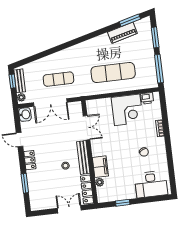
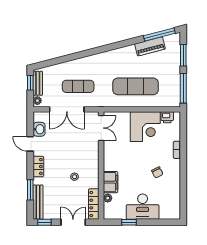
window: (130, 20) -> (159, 34), width x1.44
washbasin: (25, 114) -> (39, 129), moved
double door: (87, 128) -> (101, 128), moved
bench: (83, 157) -> (38, 202), moved
desk: (151, 184) -> (143, 207), moved
window: (42, 213) -> (44, 222), added

